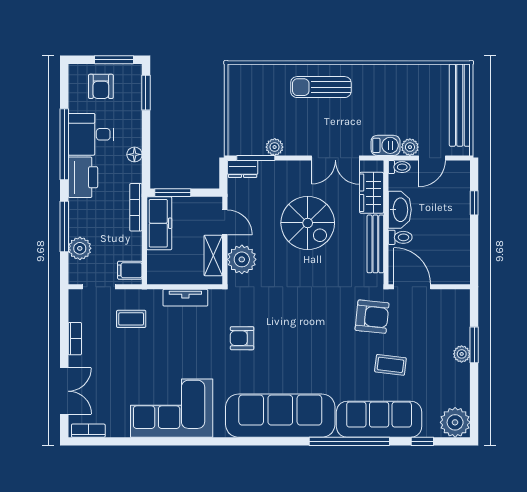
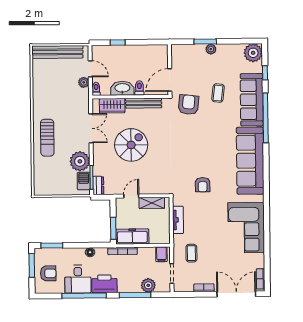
barbecue: (386, 145) -> (84, 181), moved
plant: (275, 147) -> (80, 161), width x1.88, depth x1.88
plant: (242, 259) -> (154, 185), removed
double door: (64, 391) -> (236, 294), width x1.37

